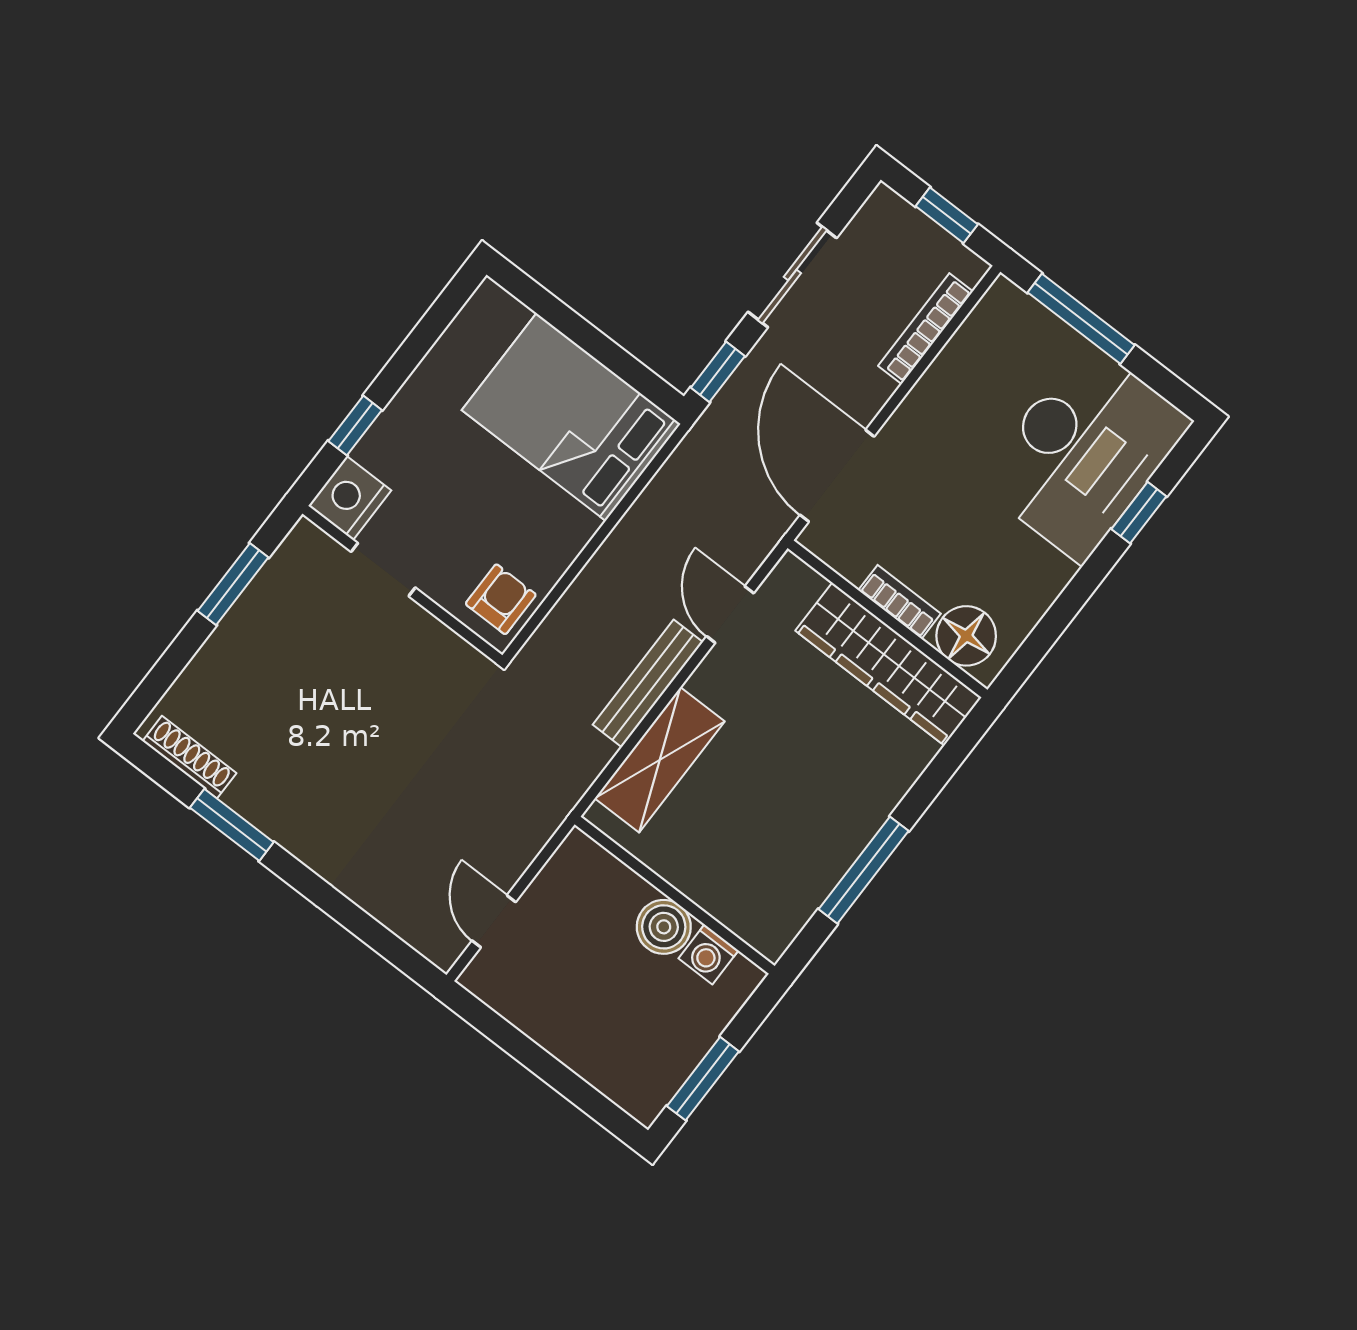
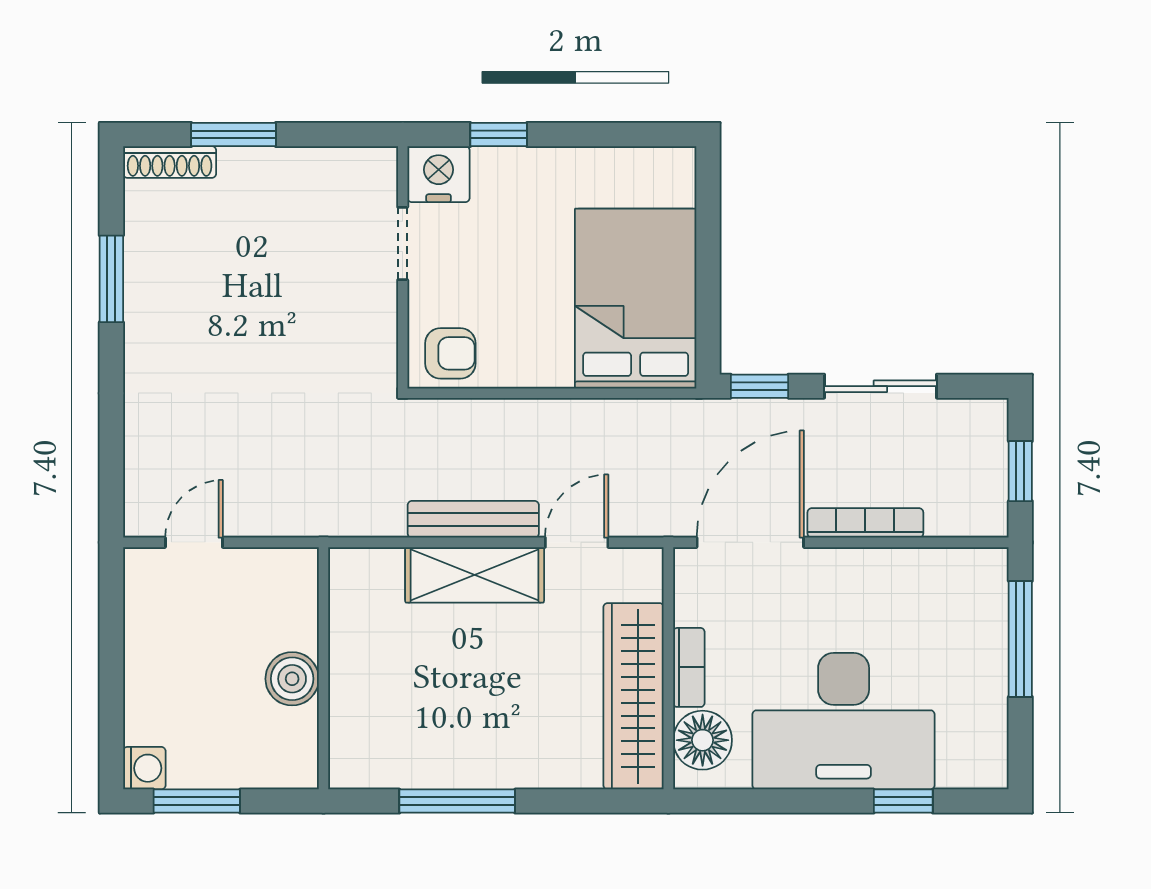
bookcase: (926, 329) -> (865, 523), moved
desk: (1084, 452) -> (844, 721), moved
window: (233, 584) -> (234, 135), moved
shoe rack: (189, 757) -> (170, 162), moved, turned 90
shelving: (660, 760) -> (475, 575), moved
washing machine: (709, 954) -> (144, 768), moved, turned 180

